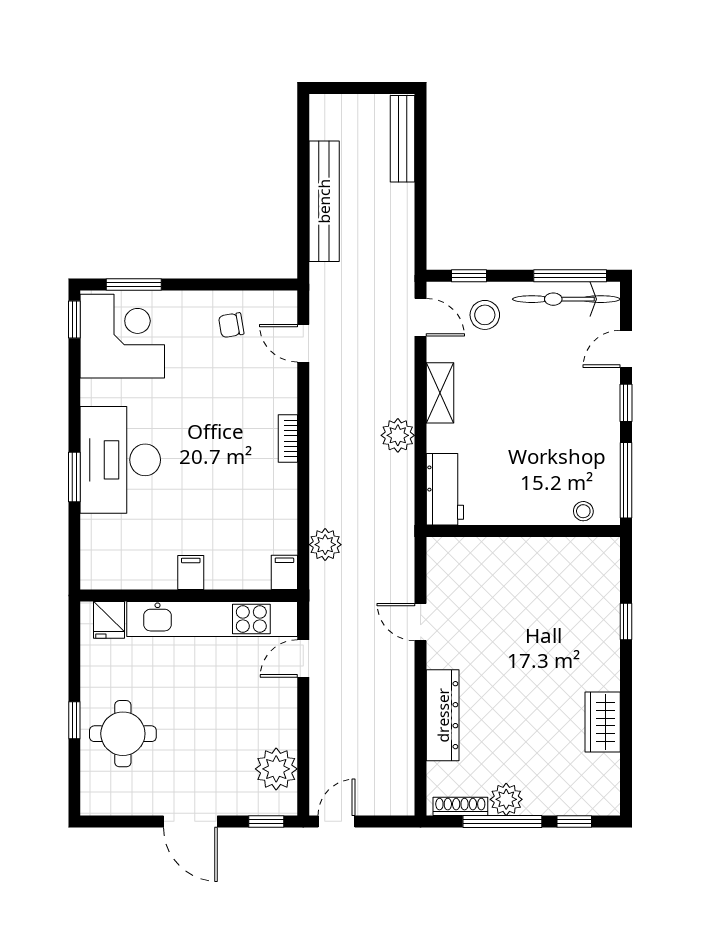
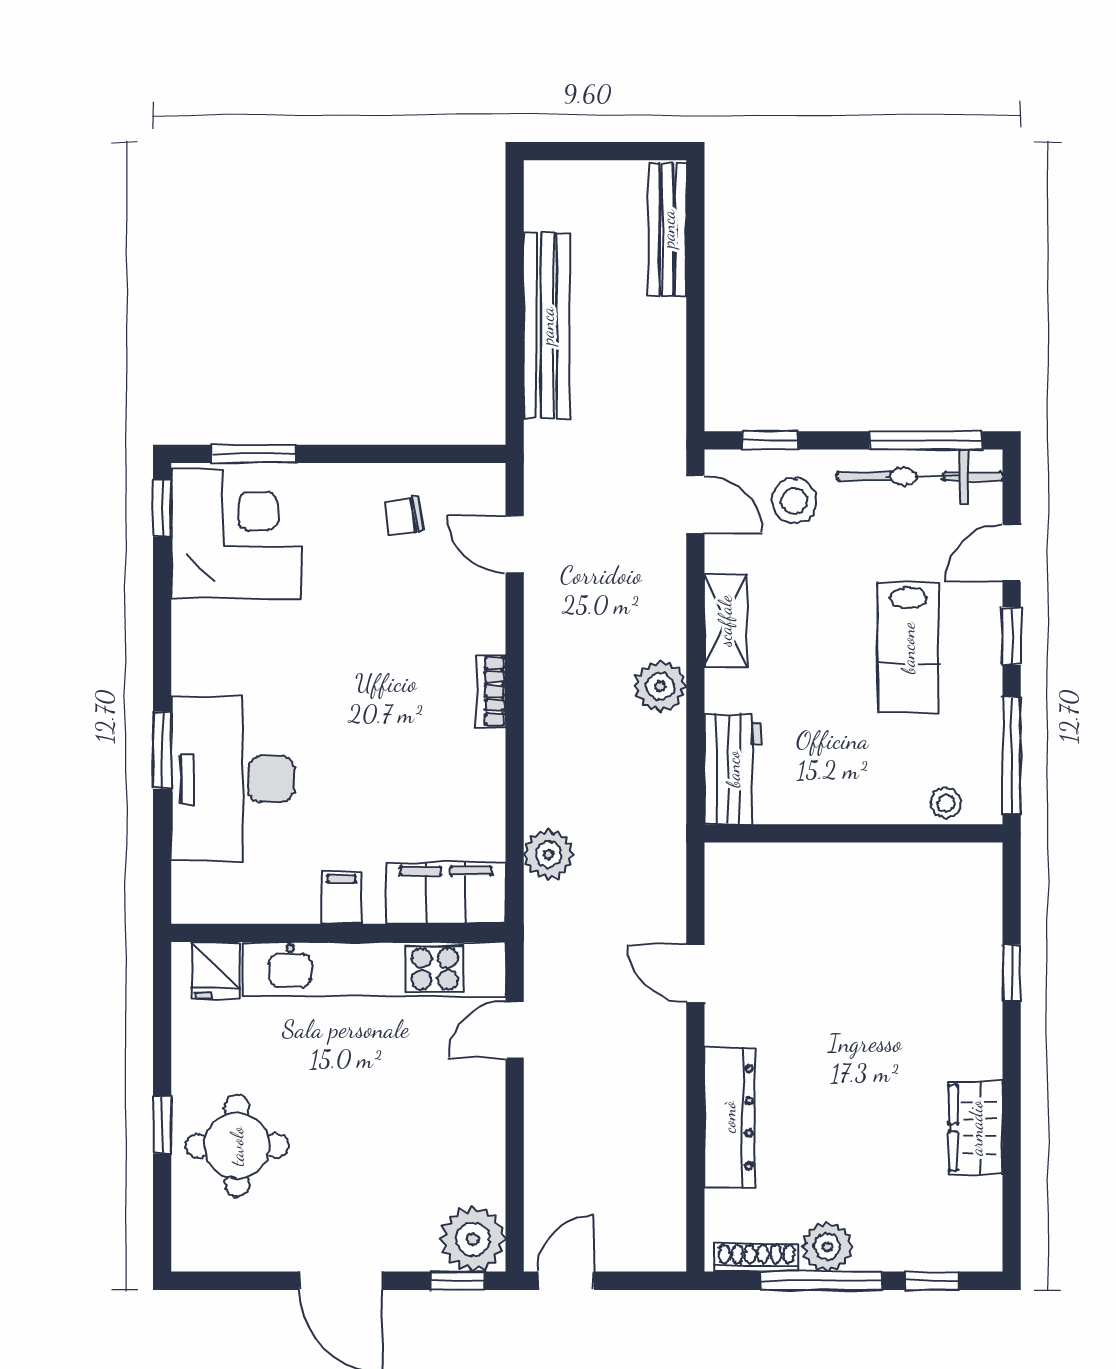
lab bench: (559, 411) -> (908, 648), added
desk: (120, 460) -> (233, 779), moved
filing cabinet: (284, 572) -> (446, 893), width x3.00, depth x1.17
plant: (276, 769) -> (473, 1239), moved

